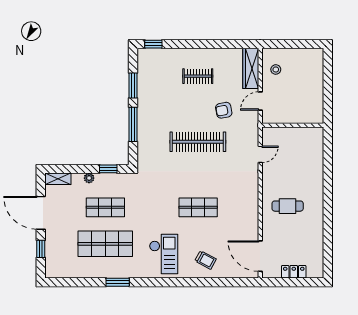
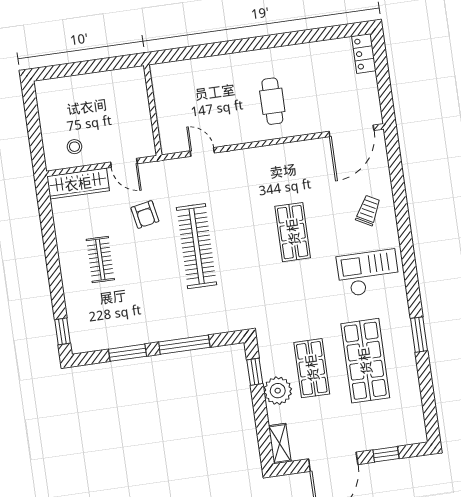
plant: (89, 178) -> (278, 391), width x1.88, depth x1.88
locker: (294, 272) -> (364, 53), moved

